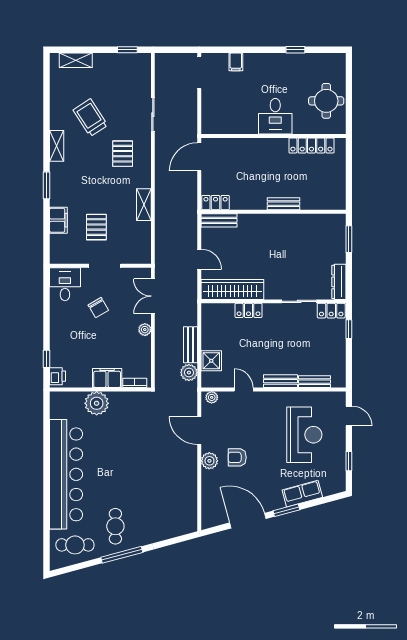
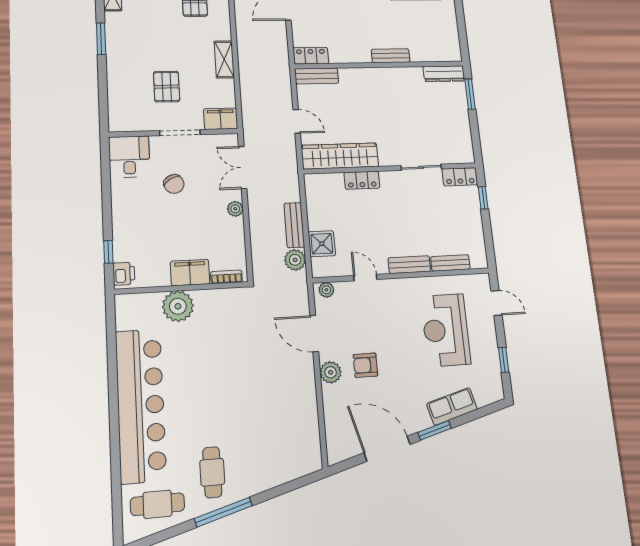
filing cabinet: (58, 220) -> (221, 119), moved, turned -90
dresser: (339, 282) -> (444, 74), moved, turned -90
reception desk: (304, 435) -> (446, 330), turned 180

